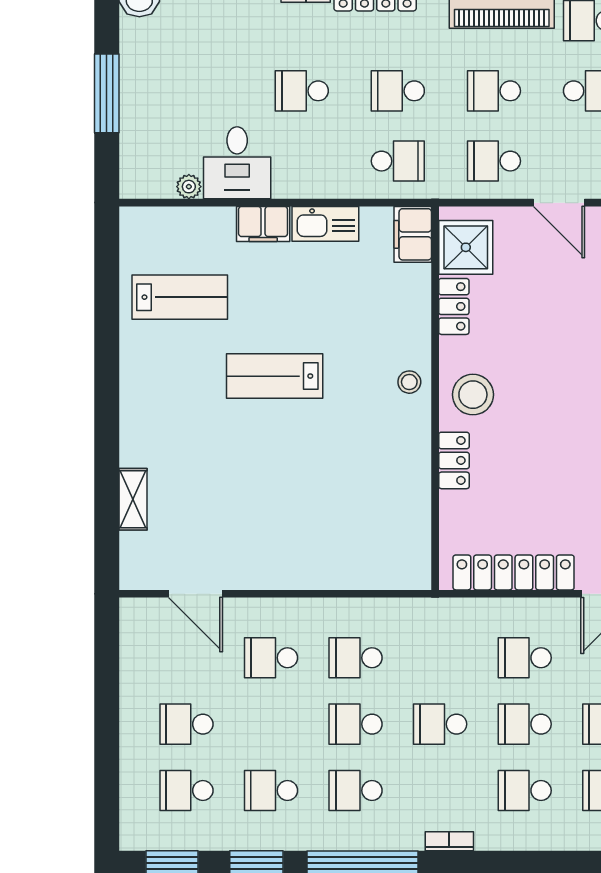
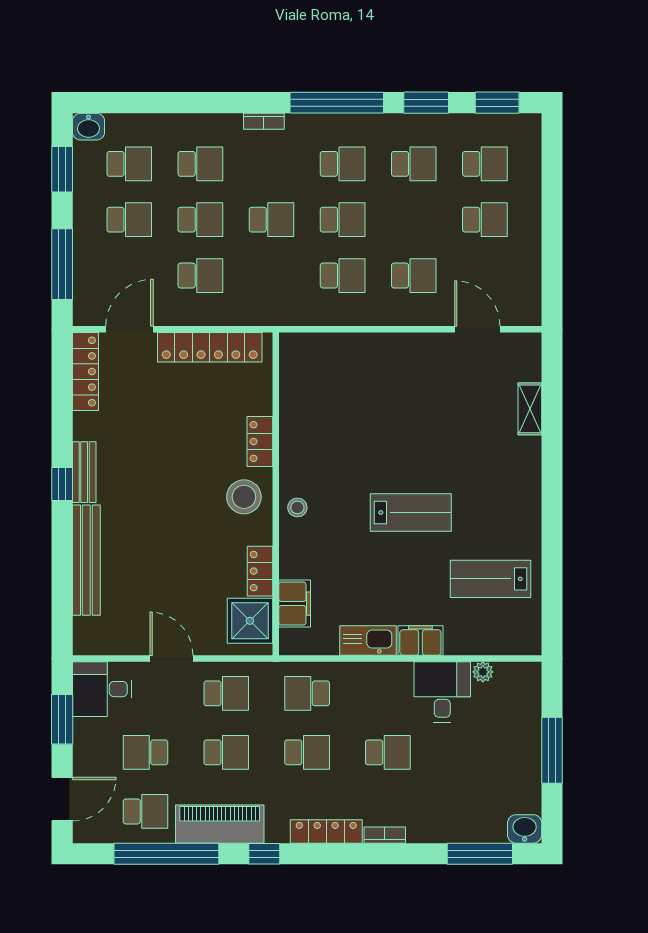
filing cabinet: (413, 234) -> (295, 604), moved

